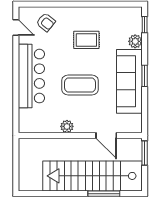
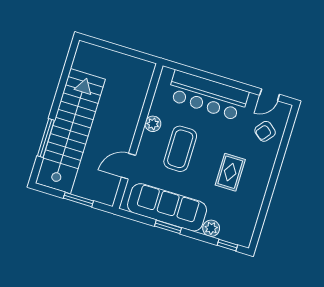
plant: (67, 126) -> (153, 124), moved
wall: (80, 136) -> (138, 136), moved
door: (106, 136) -> (128, 166), moved

